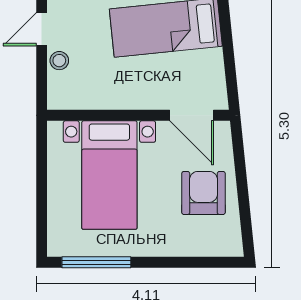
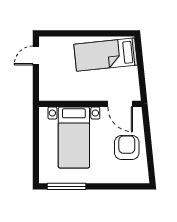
stool: (59, 61) -> (46, 73), removed

